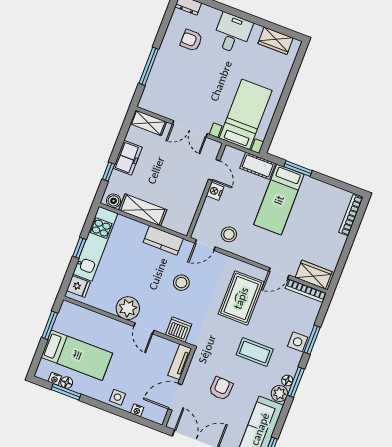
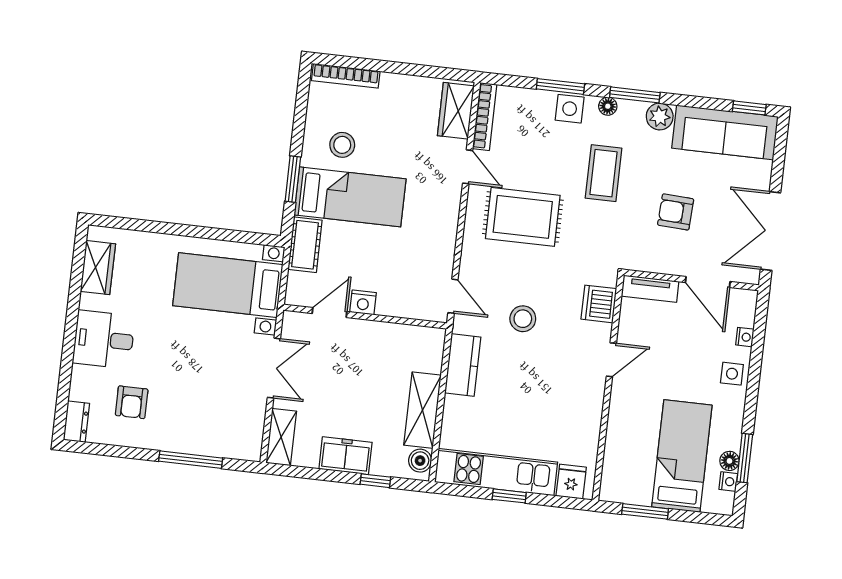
stool: (229, 234) -> (342, 145), moved
plant: (128, 308) -> (586, 394), removed
floor lamp: (287, 381) -> (608, 106), moved

